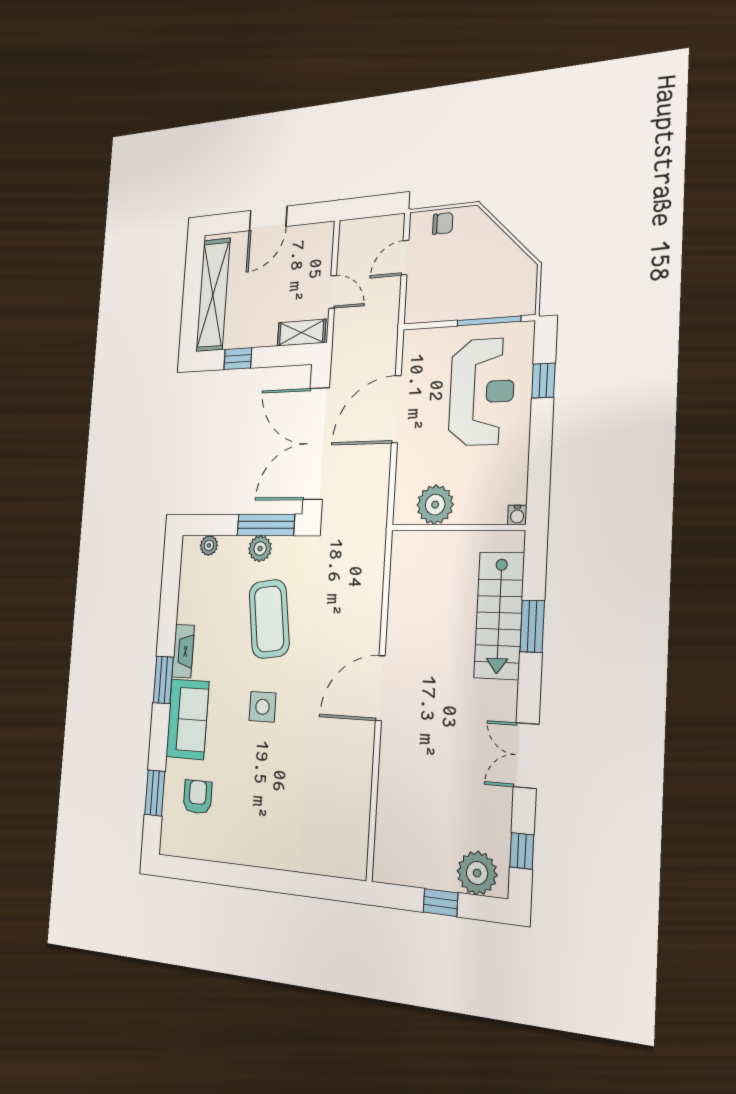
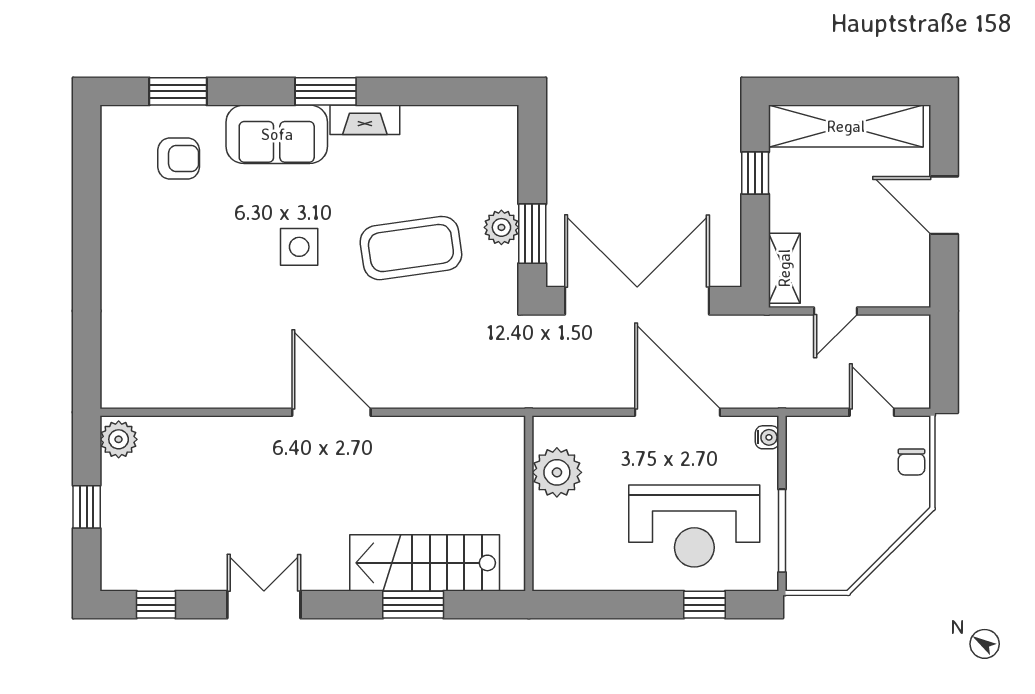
water cooler: (517, 515) -> (767, 437), moved, turned 180
window: (266, 525) -> (532, 234), width x0.69
plant: (209, 545) -> (505, 148), removed
plant: (477, 873) -> (119, 439), moved, width x0.73, depth x0.73

